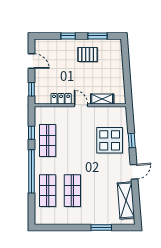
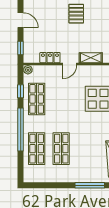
pallet: (88, 55) -> (76, 14), turned 90
door: (81, 105) -> (70, 64), swing flipped
plant: (39, 111) -> (28, 70), added
window: (101, 227) -> (90, 185), width x1.44

